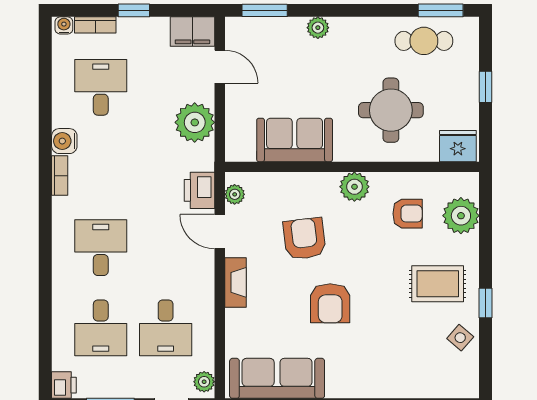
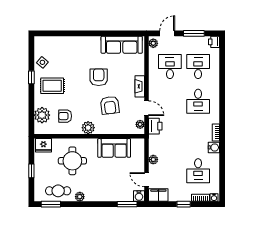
plant: (318, 28) -> (80, 197), moved
water cooler: (237, 29) -> (139, 196), added
plant: (195, 122) -> (153, 160), width x0.53, depth x0.53

